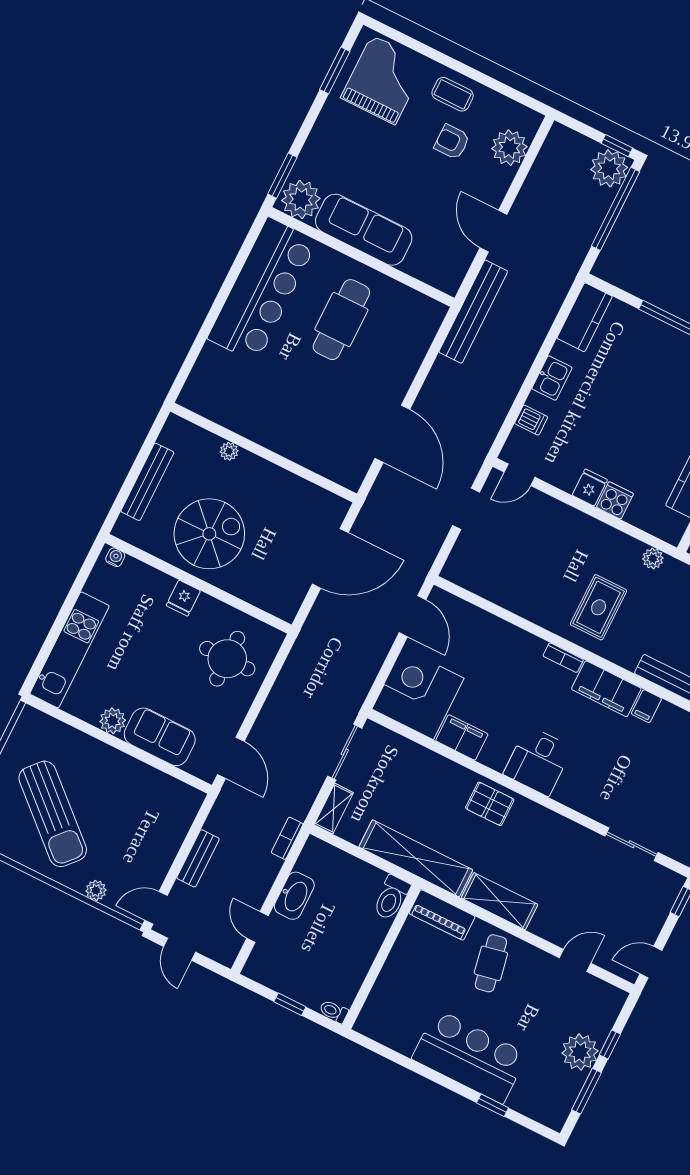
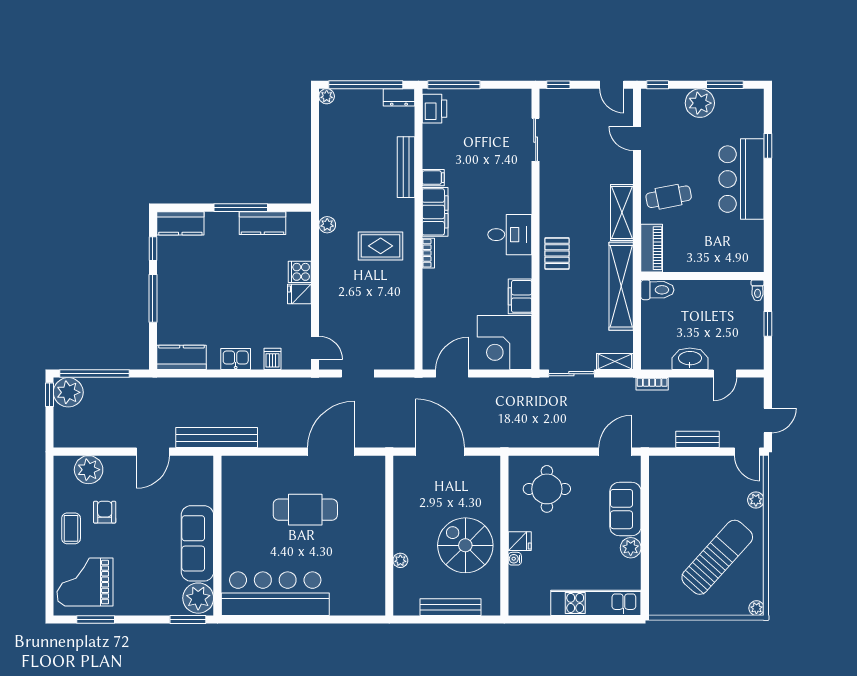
armchair: (452, 142) -> (105, 512), turned 180
cafe table: (341, 320) -> (305, 510), moved
water cooler: (115, 557) -> (515, 559), moved
window: (610, 1044) -> (658, 85), moved

